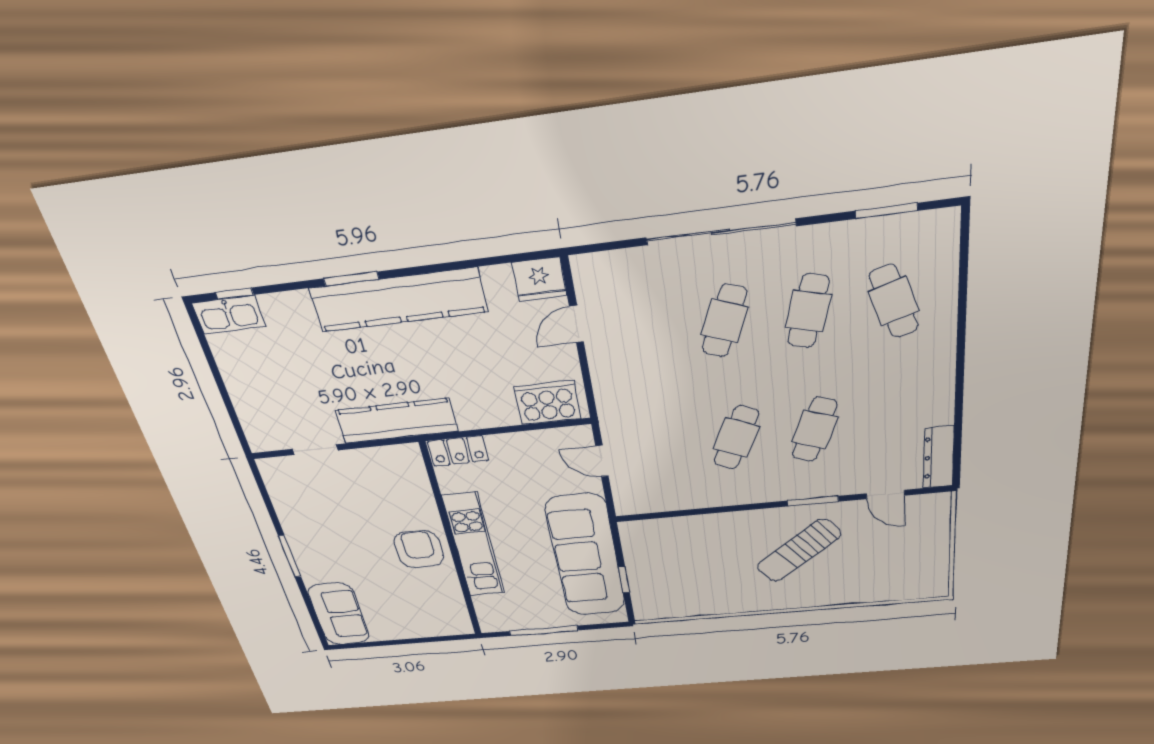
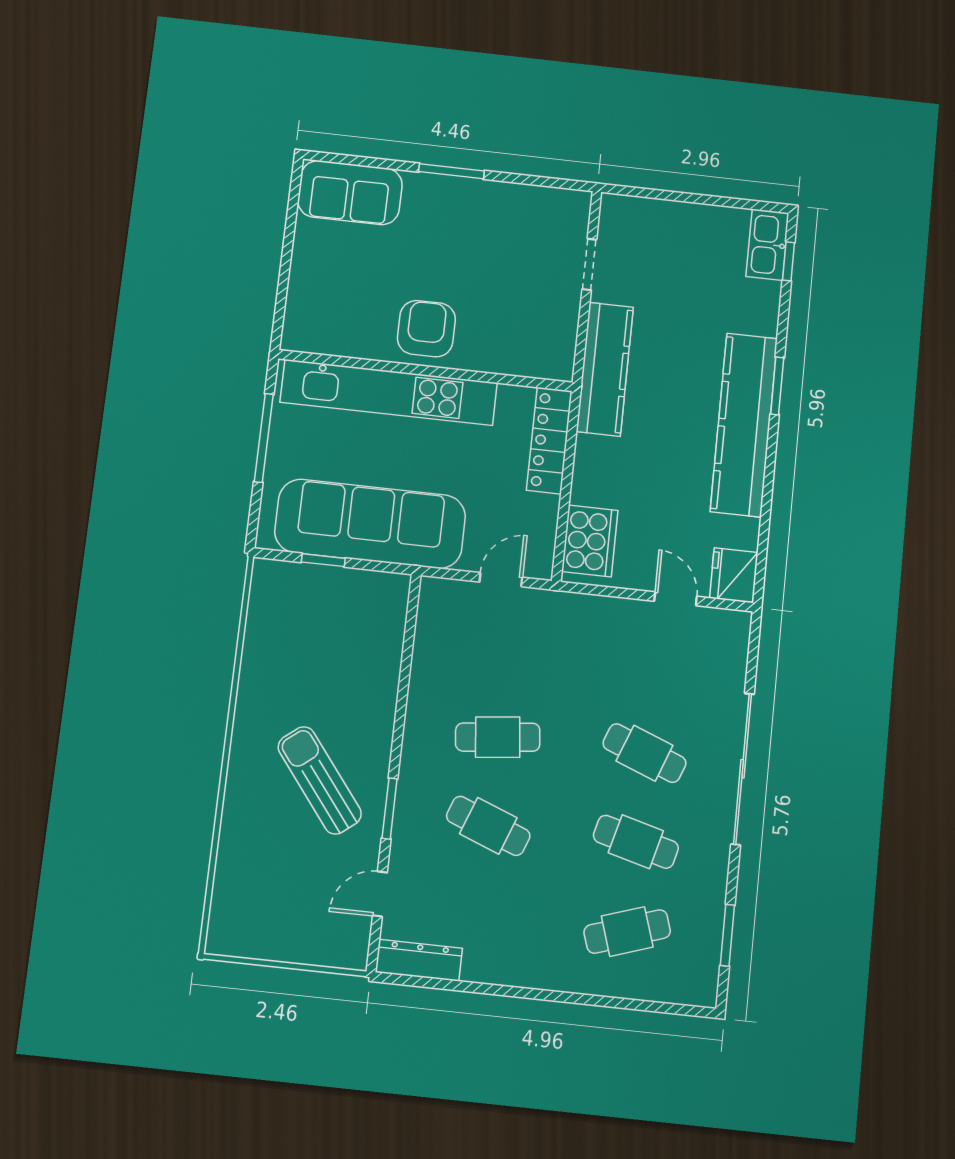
cafe table: (736, 437) -> (498, 737), turned -30
locker: (458, 451) -> (549, 440), width x1.53
kitchen unit: (474, 545) -> (389, 392), width x1.36
armchair: (419, 549) -> (426, 329), turned -90

